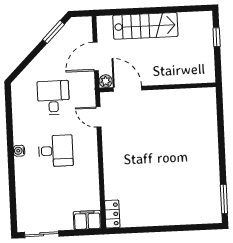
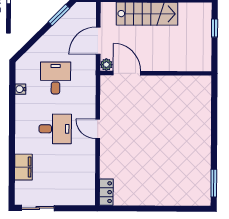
door: (99, 117) -> (98, 129), moved
water cooler: (19, 151) -> (20, 89), moved
filing cabinet: (87, 220) -> (23, 167), moved, turned 90

